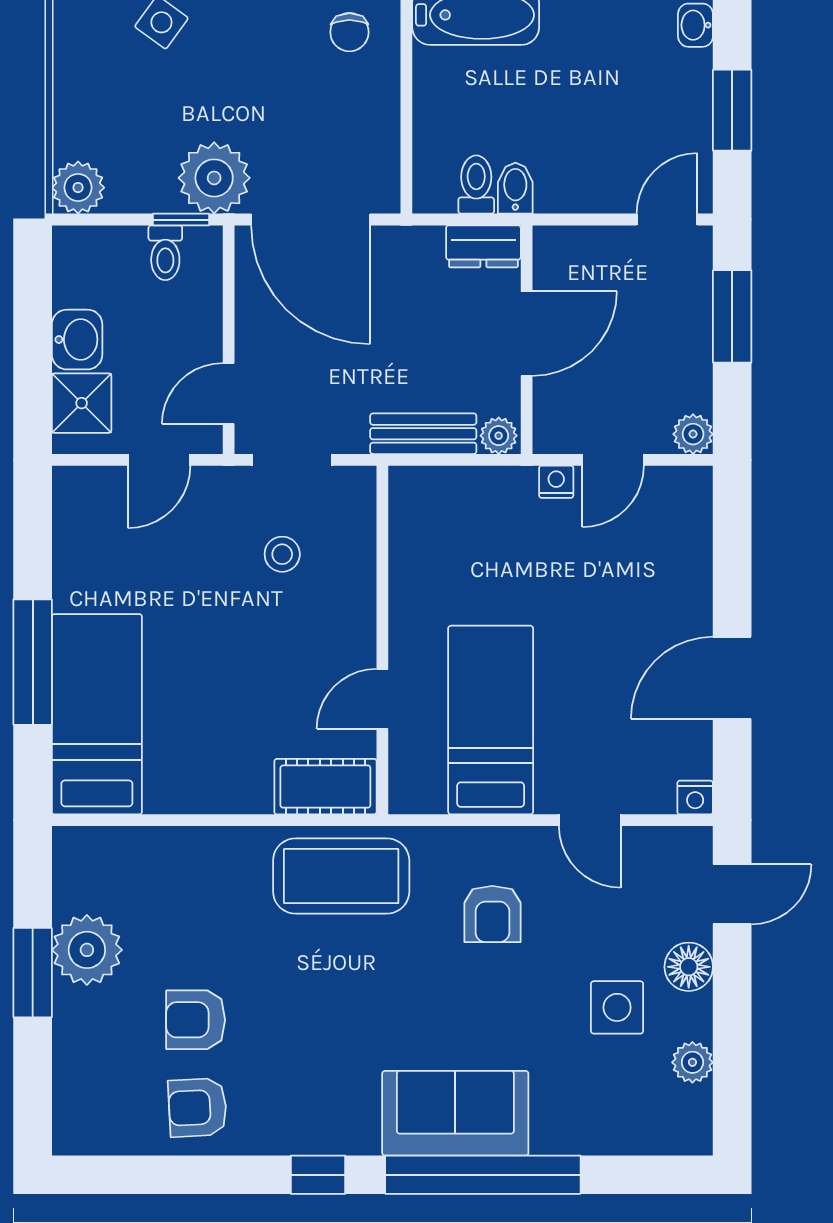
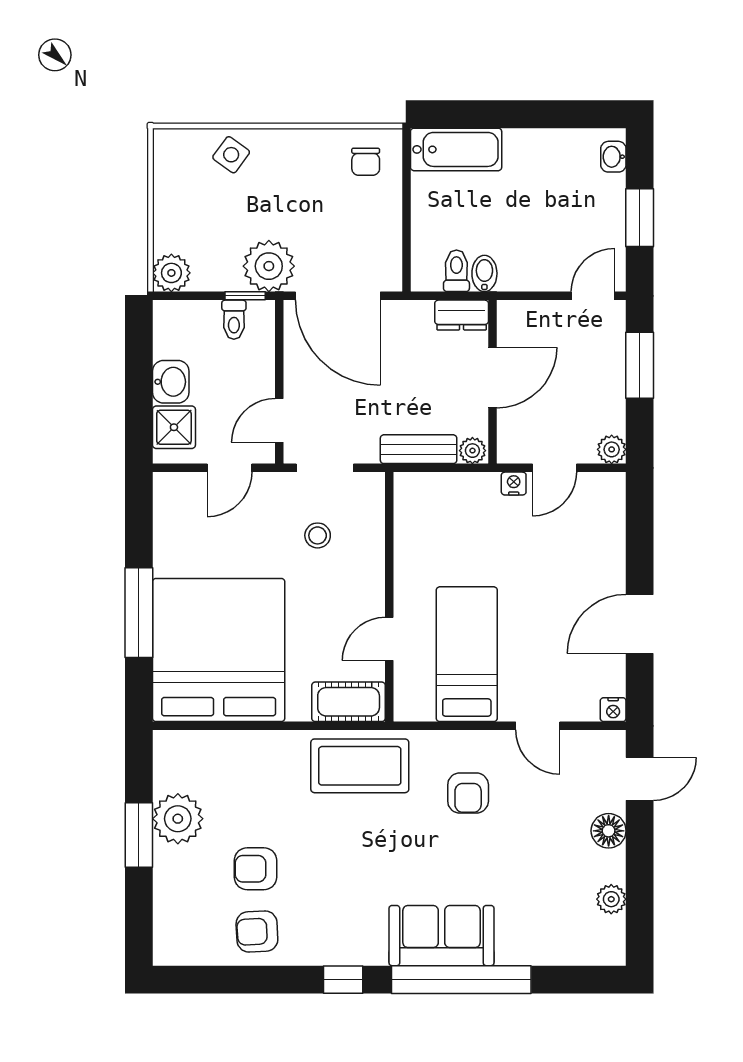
bed: (97, 714) -> (219, 650), width x2.04
side table: (617, 1007) -> (557, 860), removed

